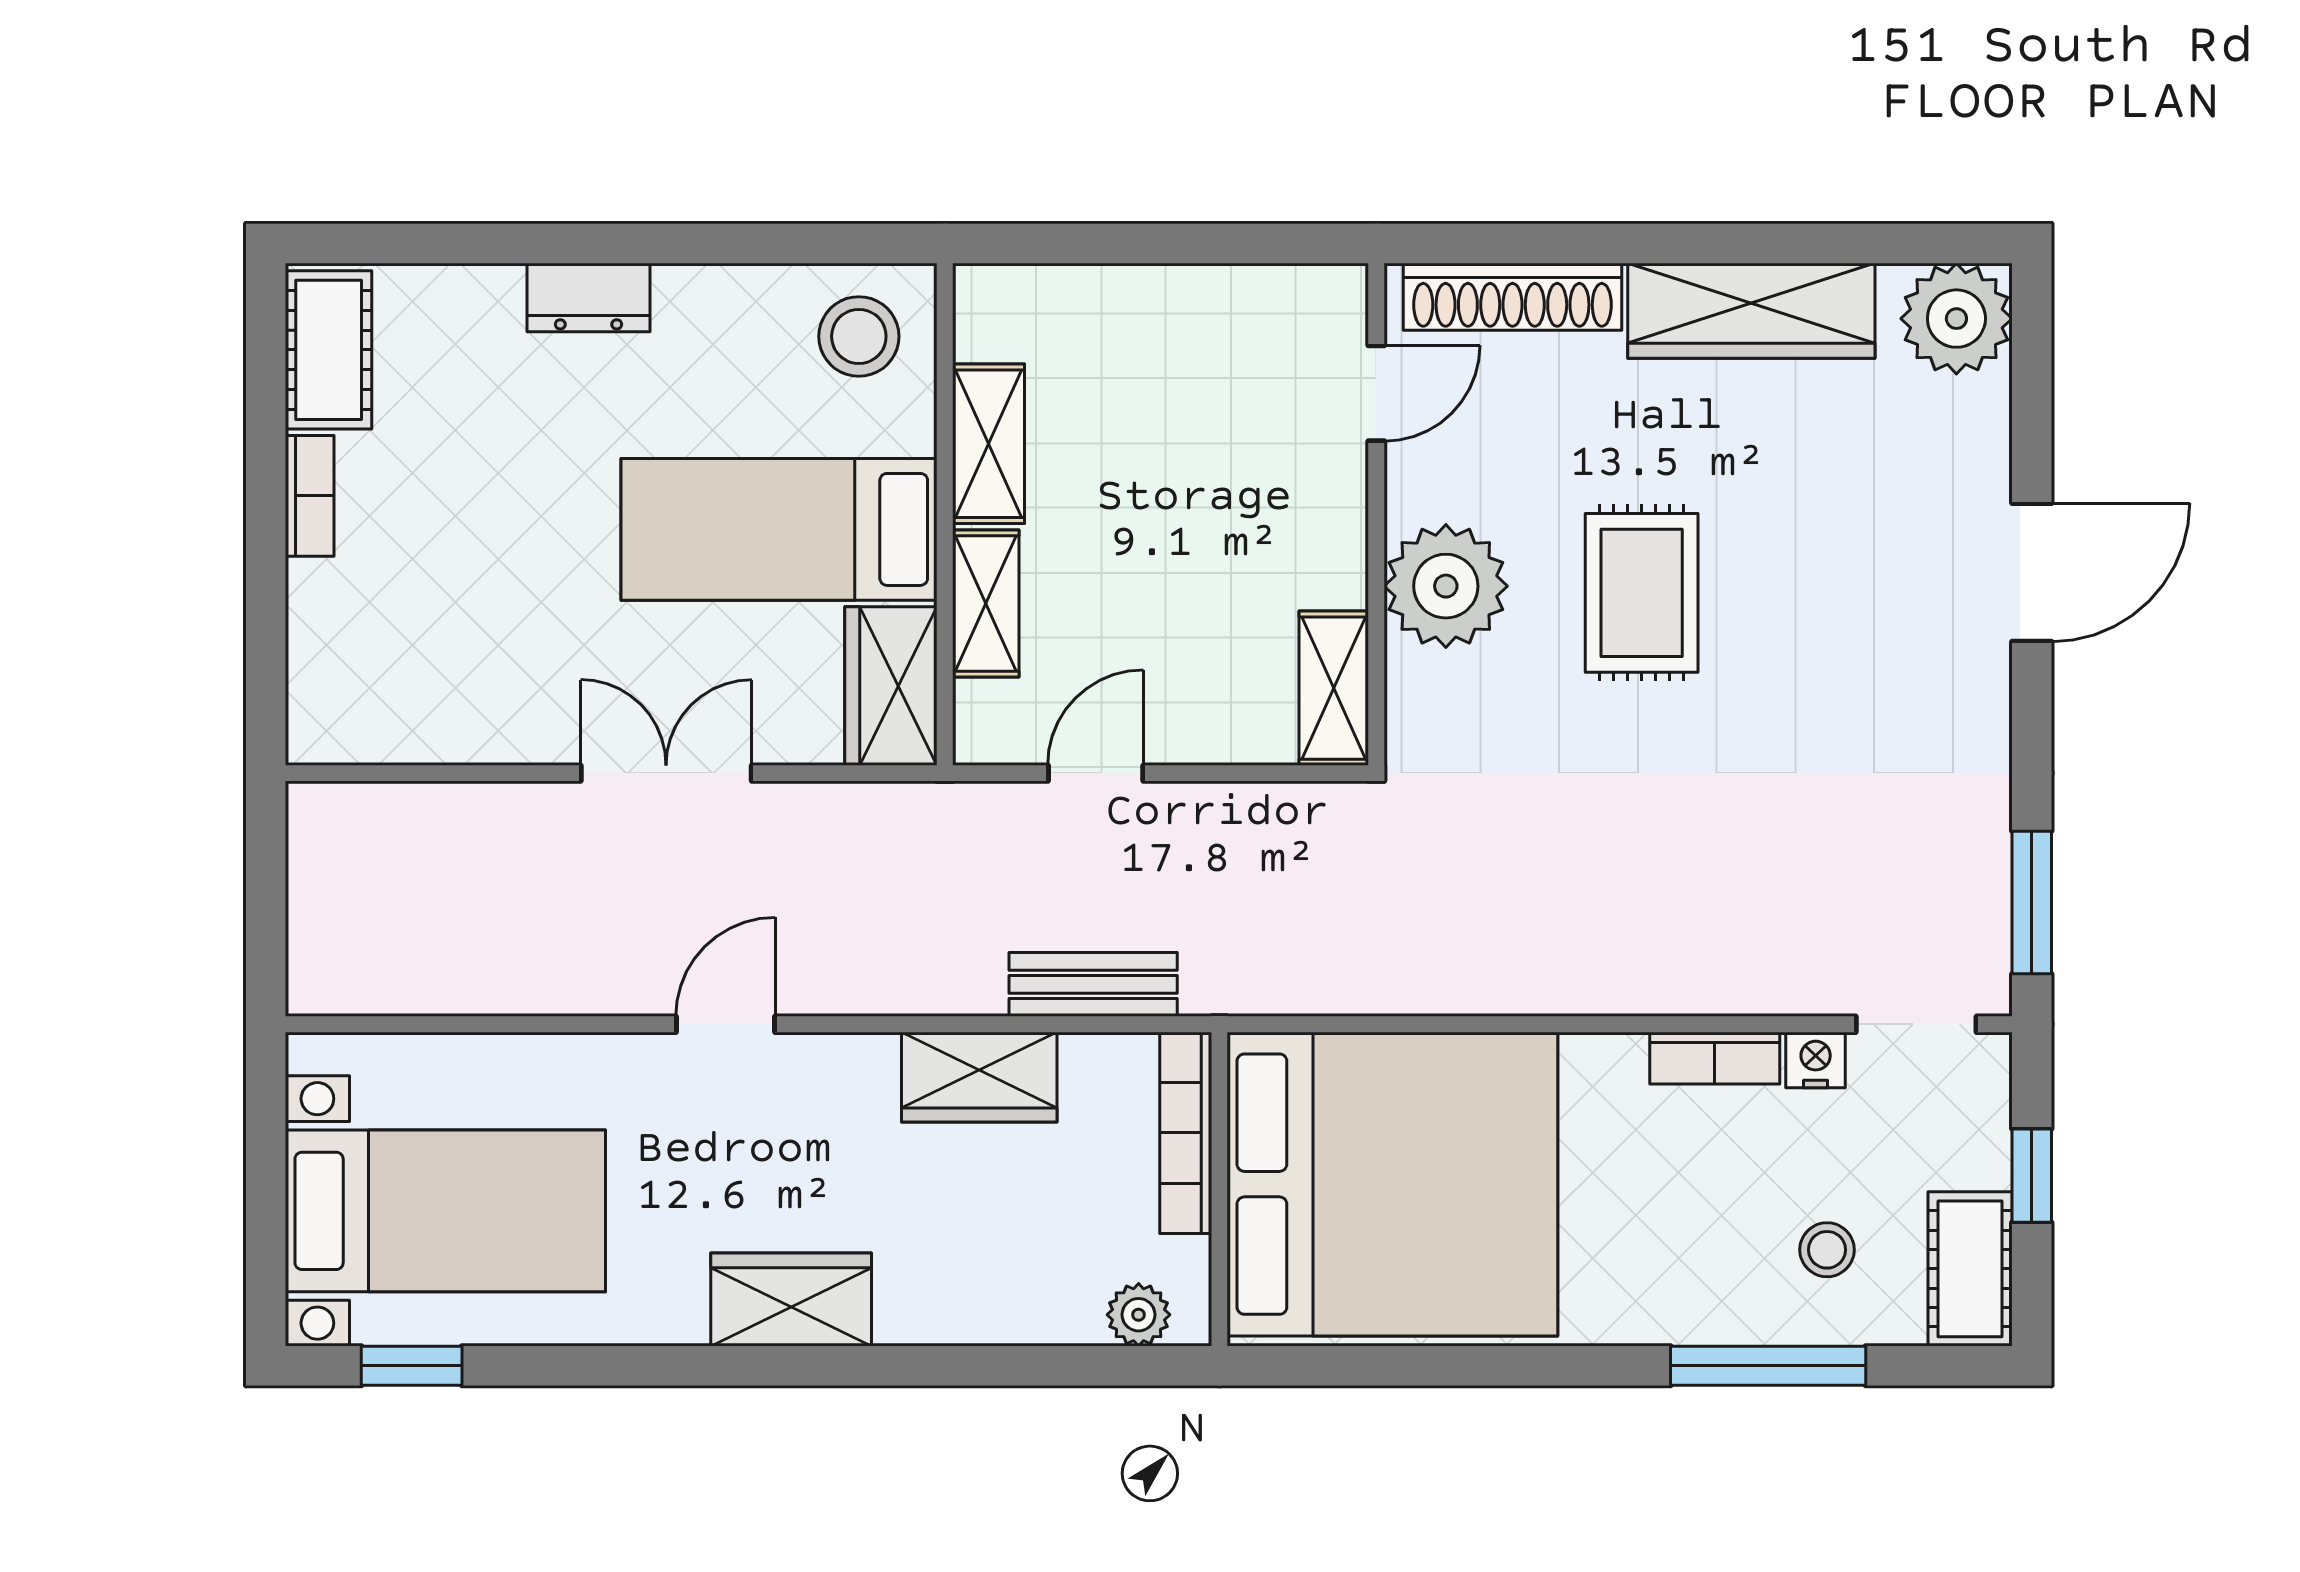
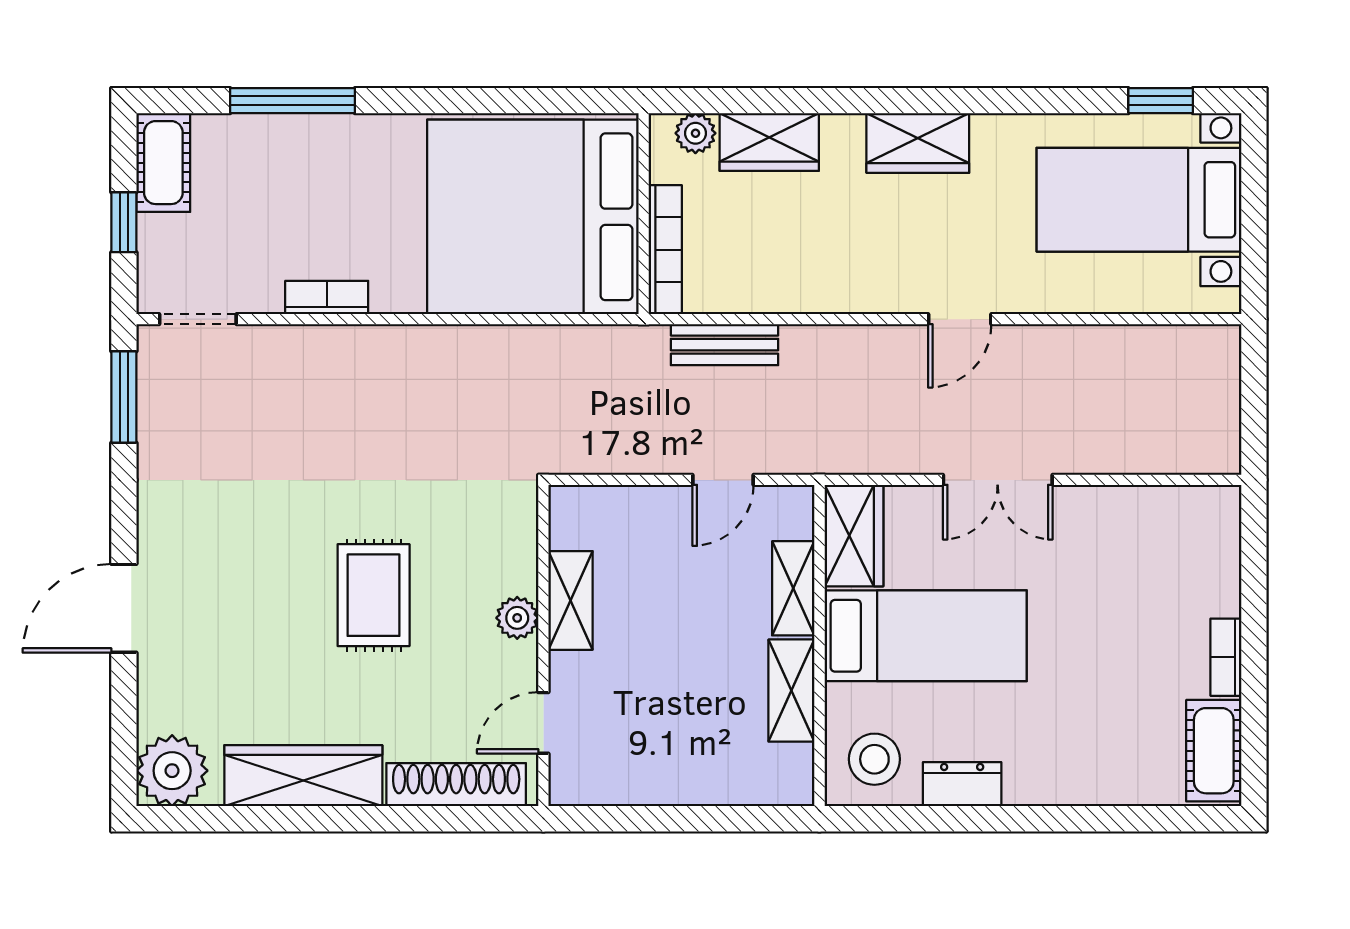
dresser: (588, 297) -> (962, 784), moved
plant: (1446, 586) -> (517, 618), width x0.53, depth x0.53
shelving: (1334, 688) -> (571, 600), moved
nightstand: (1816, 1060) -> (262, 296), removed
wardrobe: (979, 1077) -> (769, 142), moved, turned 180
stool: (1827, 1250) -> (255, 175), removed

